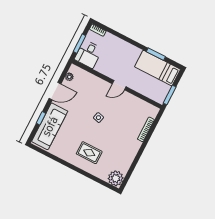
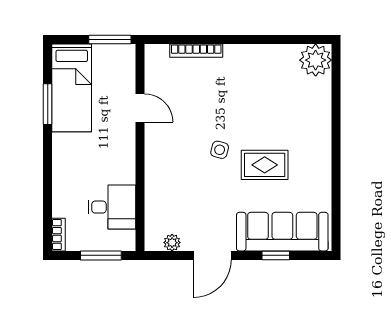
desk: (88, 54) -> (112, 207), moved
door: (119, 85) -> (140, 108), moved
door: (55, 91) -> (212, 255), swing flipped
rug: (89, 153) -> (265, 165), moved, turned 90

